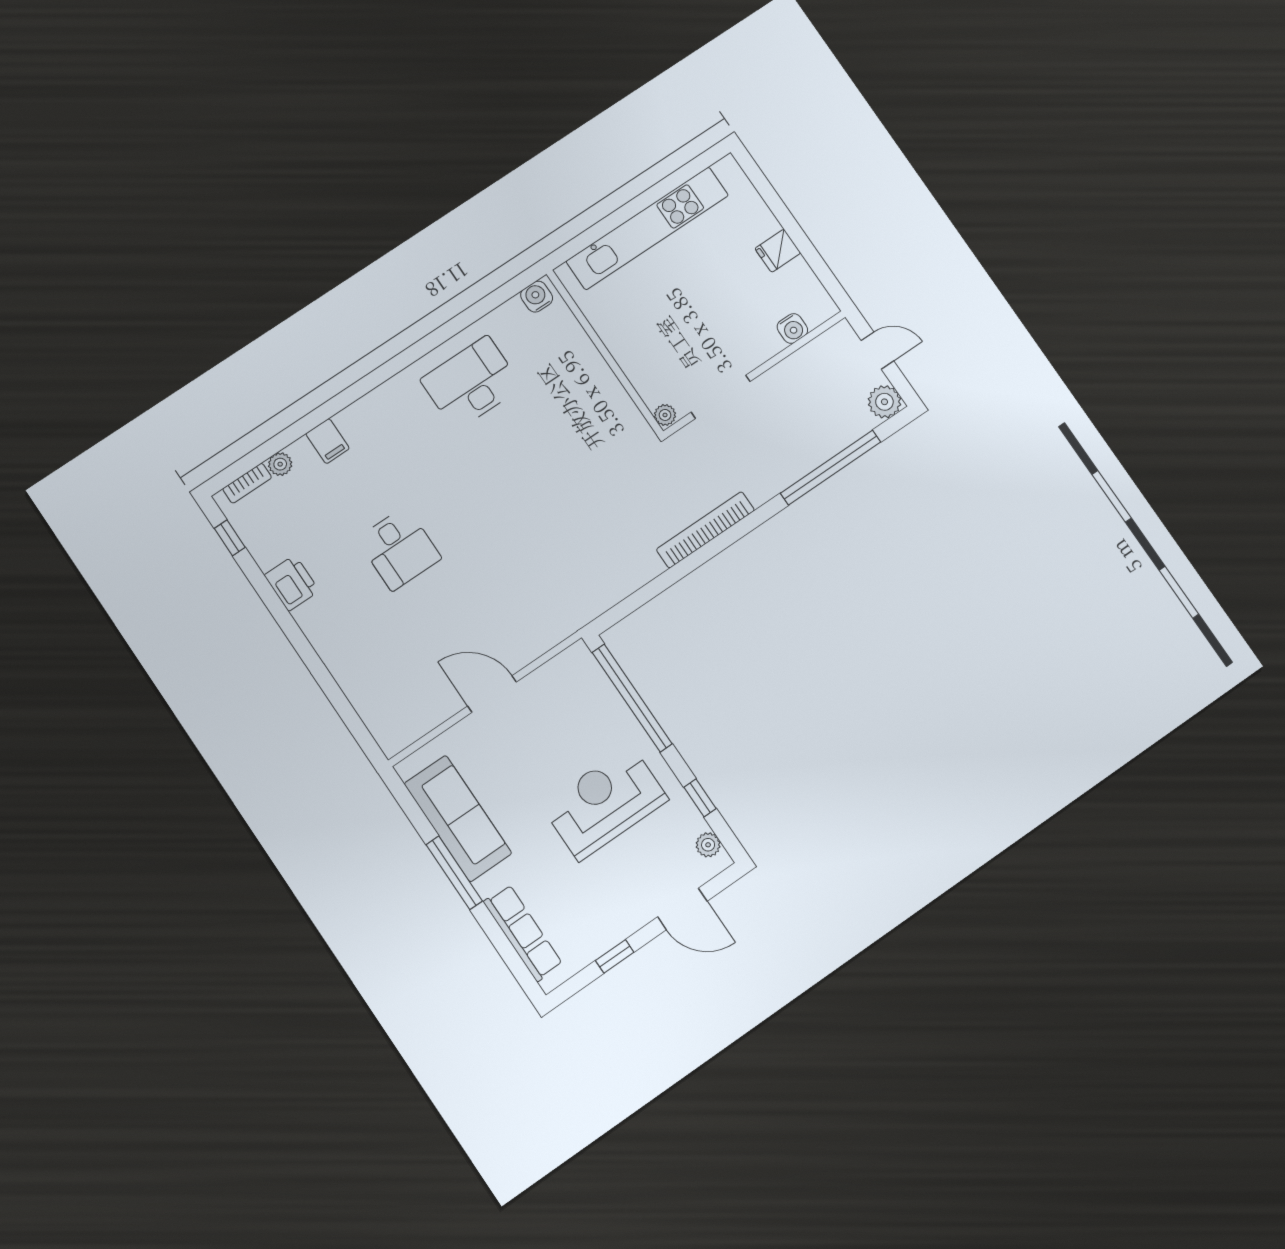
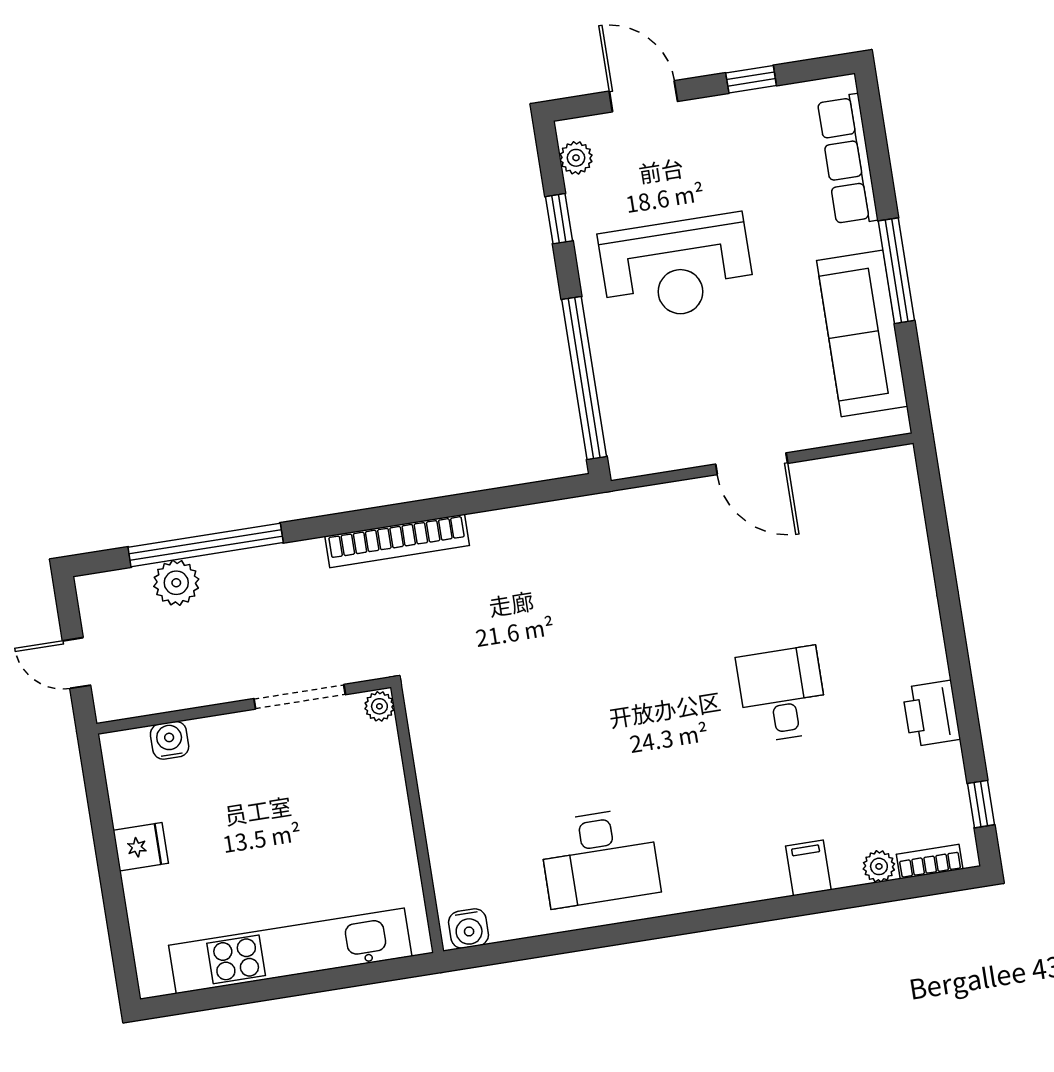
plant: (884, 402) -> (176, 583), moved

